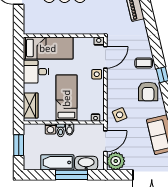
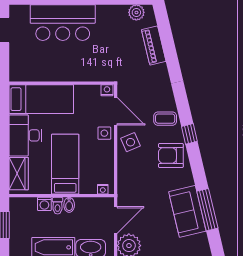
door: (105, 57) -> (116, 111), hinge flipped
desk: (36, 72) -> (25, 135), width x1.37
armchair: (148, 91) -> (171, 156), turned 90
side table: (120, 115) -> (130, 142), moved

